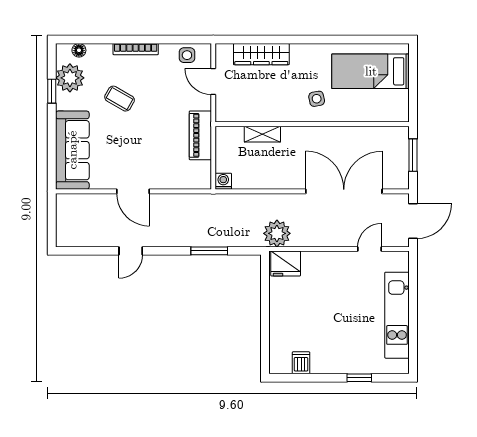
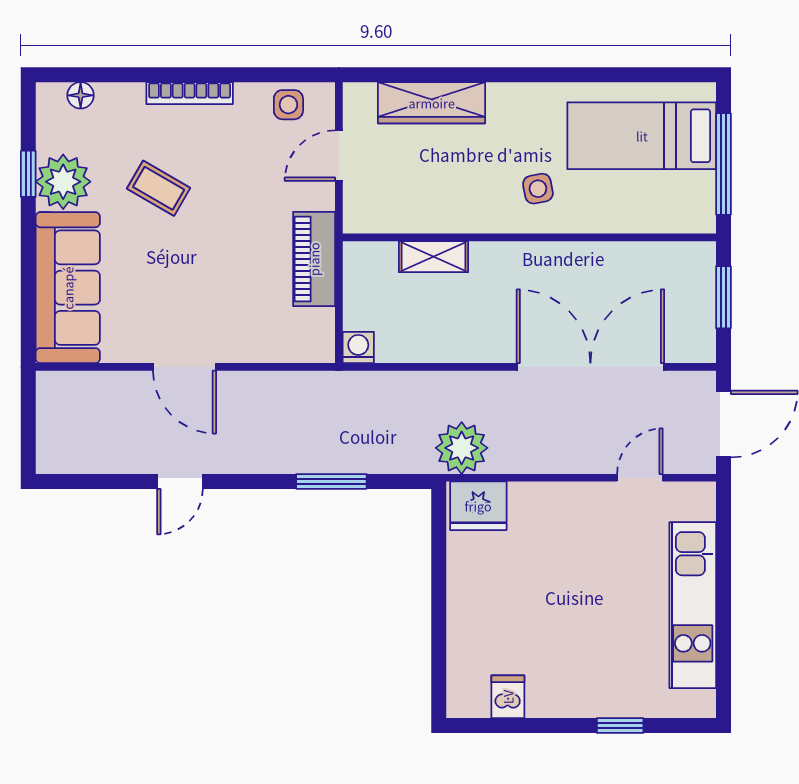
plant: (70, 78) -> (63, 182), moved
door: (213, 82) -> (339, 156), hinge flipped
window: (413, 86) -> (723, 164), added

